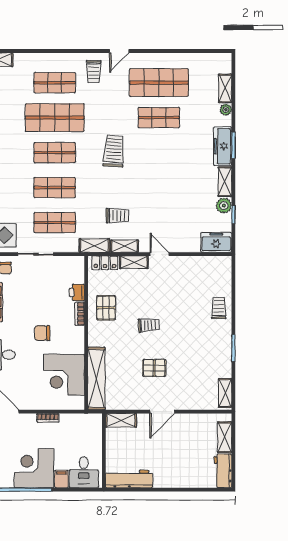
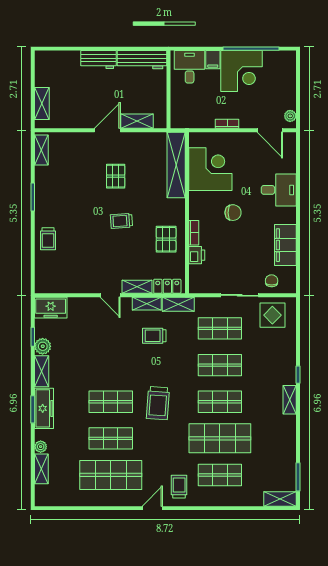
shop shelf: (159, 153) -> (111, 402), added
pallet: (154, 368) -> (116, 176), turned 90
shelving: (121, 420) -> (137, 121), moved
workbench: (223, 471) -> (98, 60), moved, turned 90

